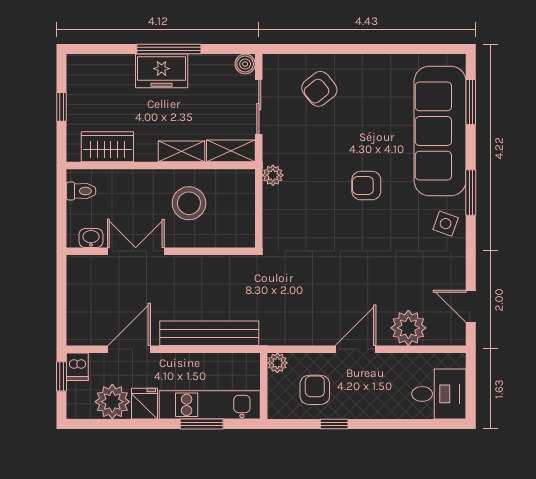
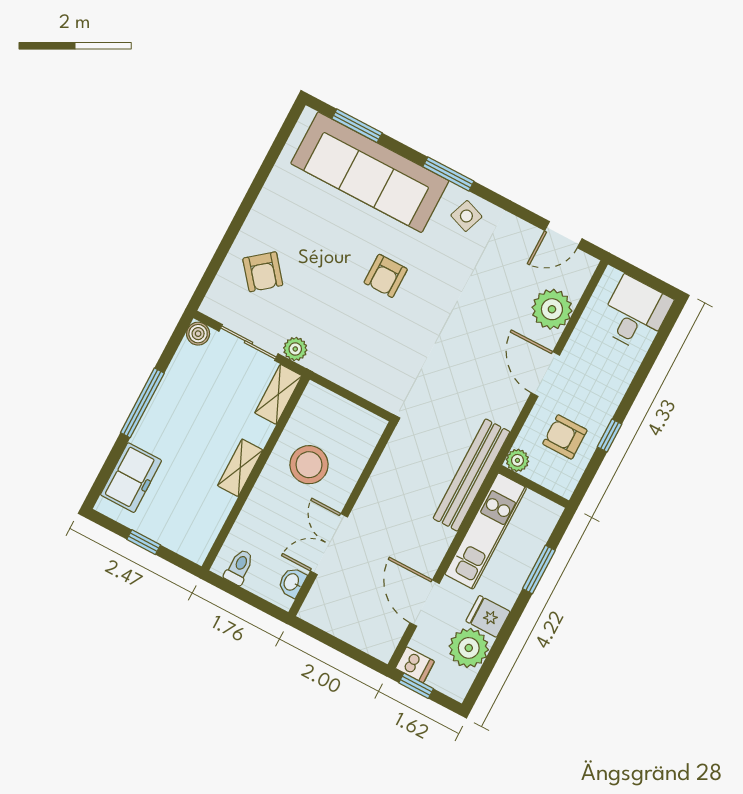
freezer: (162, 71) -> (131, 478), moved
wardrobe: (107, 147) -> (208, 517), removed
shelving: (182, 151) -> (240, 468), moved
plant: (273, 175) -> (295, 349), moved
bench: (209, 333) -> (472, 475), moved
kitchen unit: (210, 405) -> (486, 531), moved, turned 180

